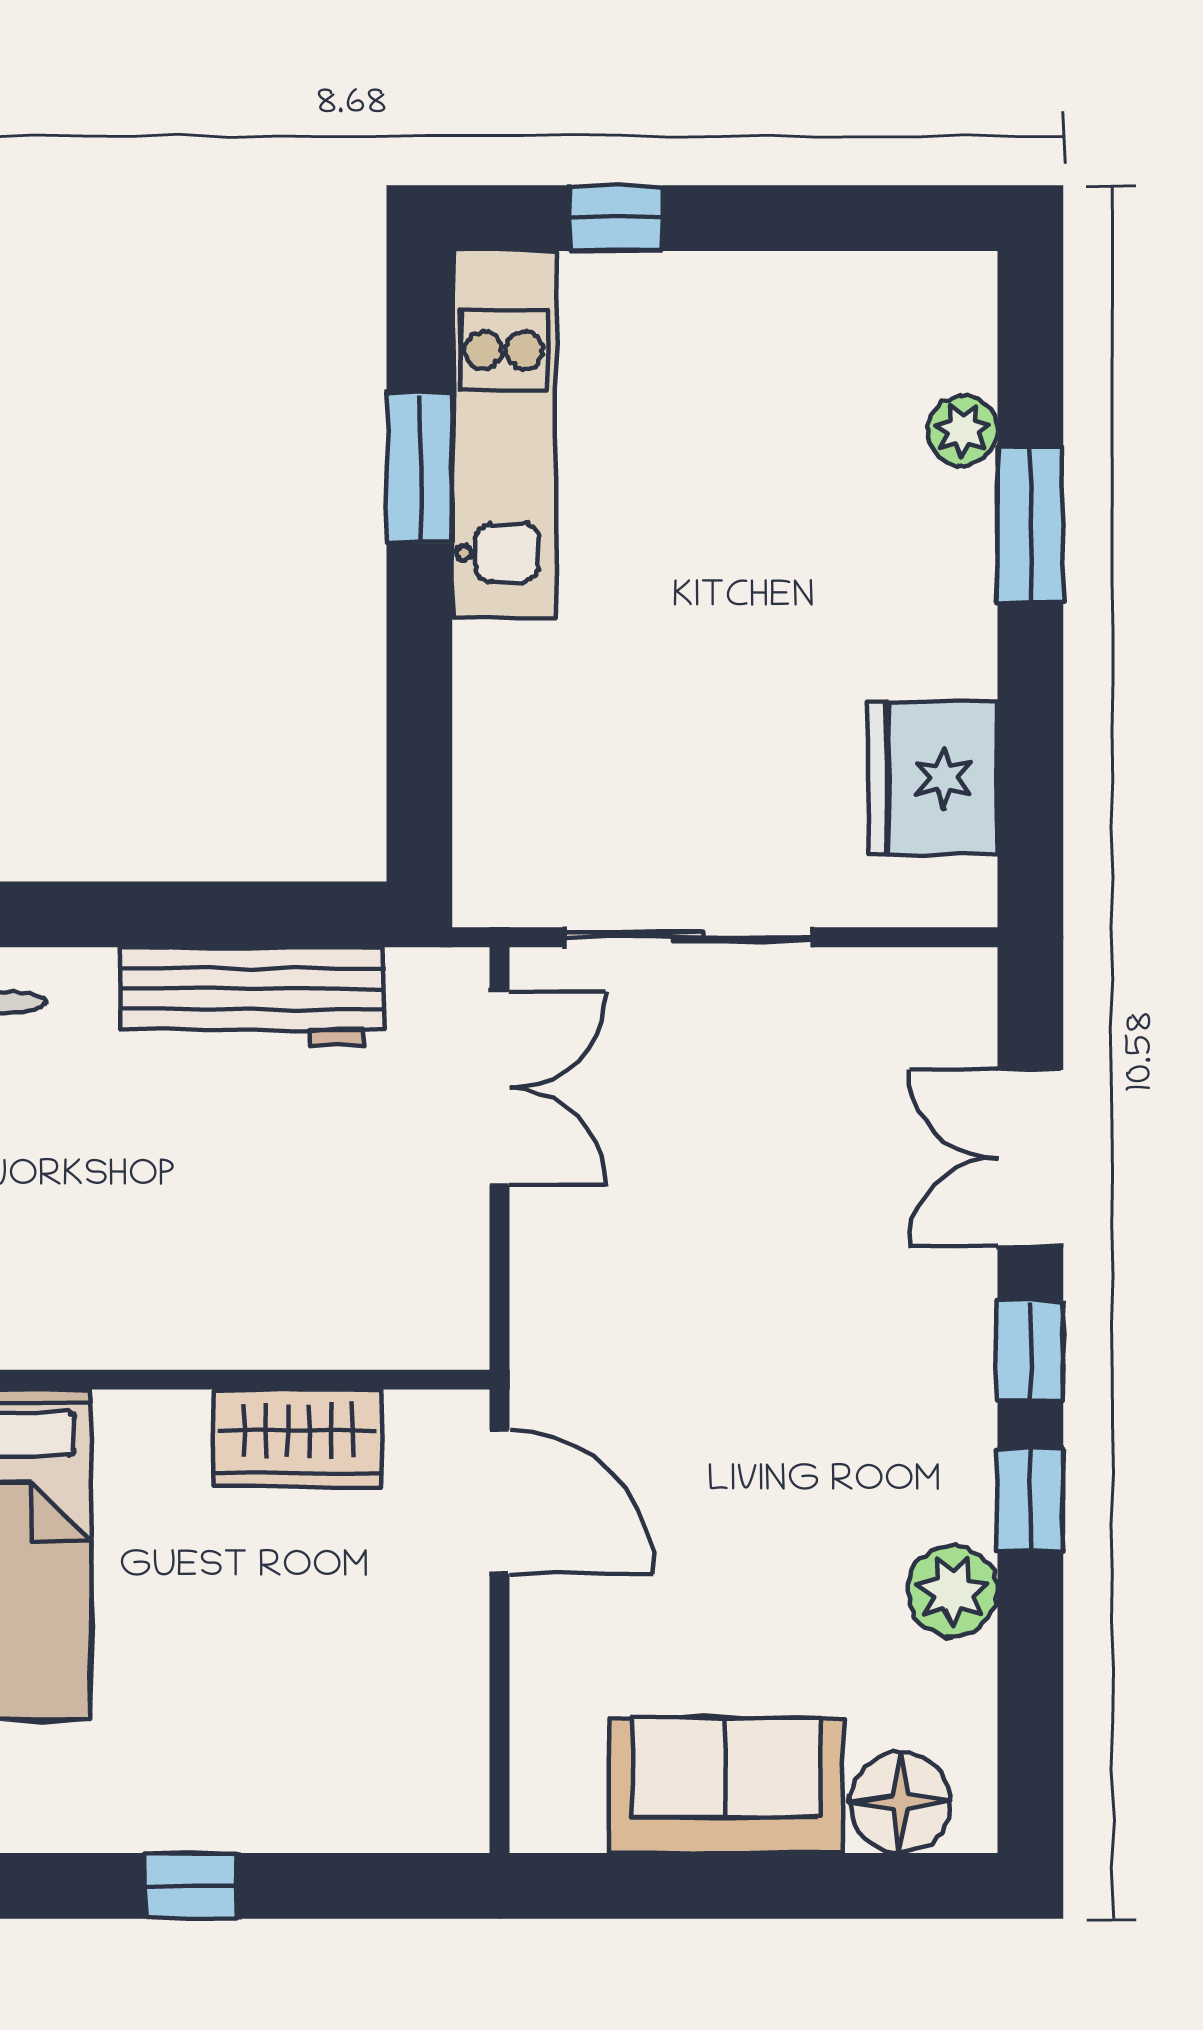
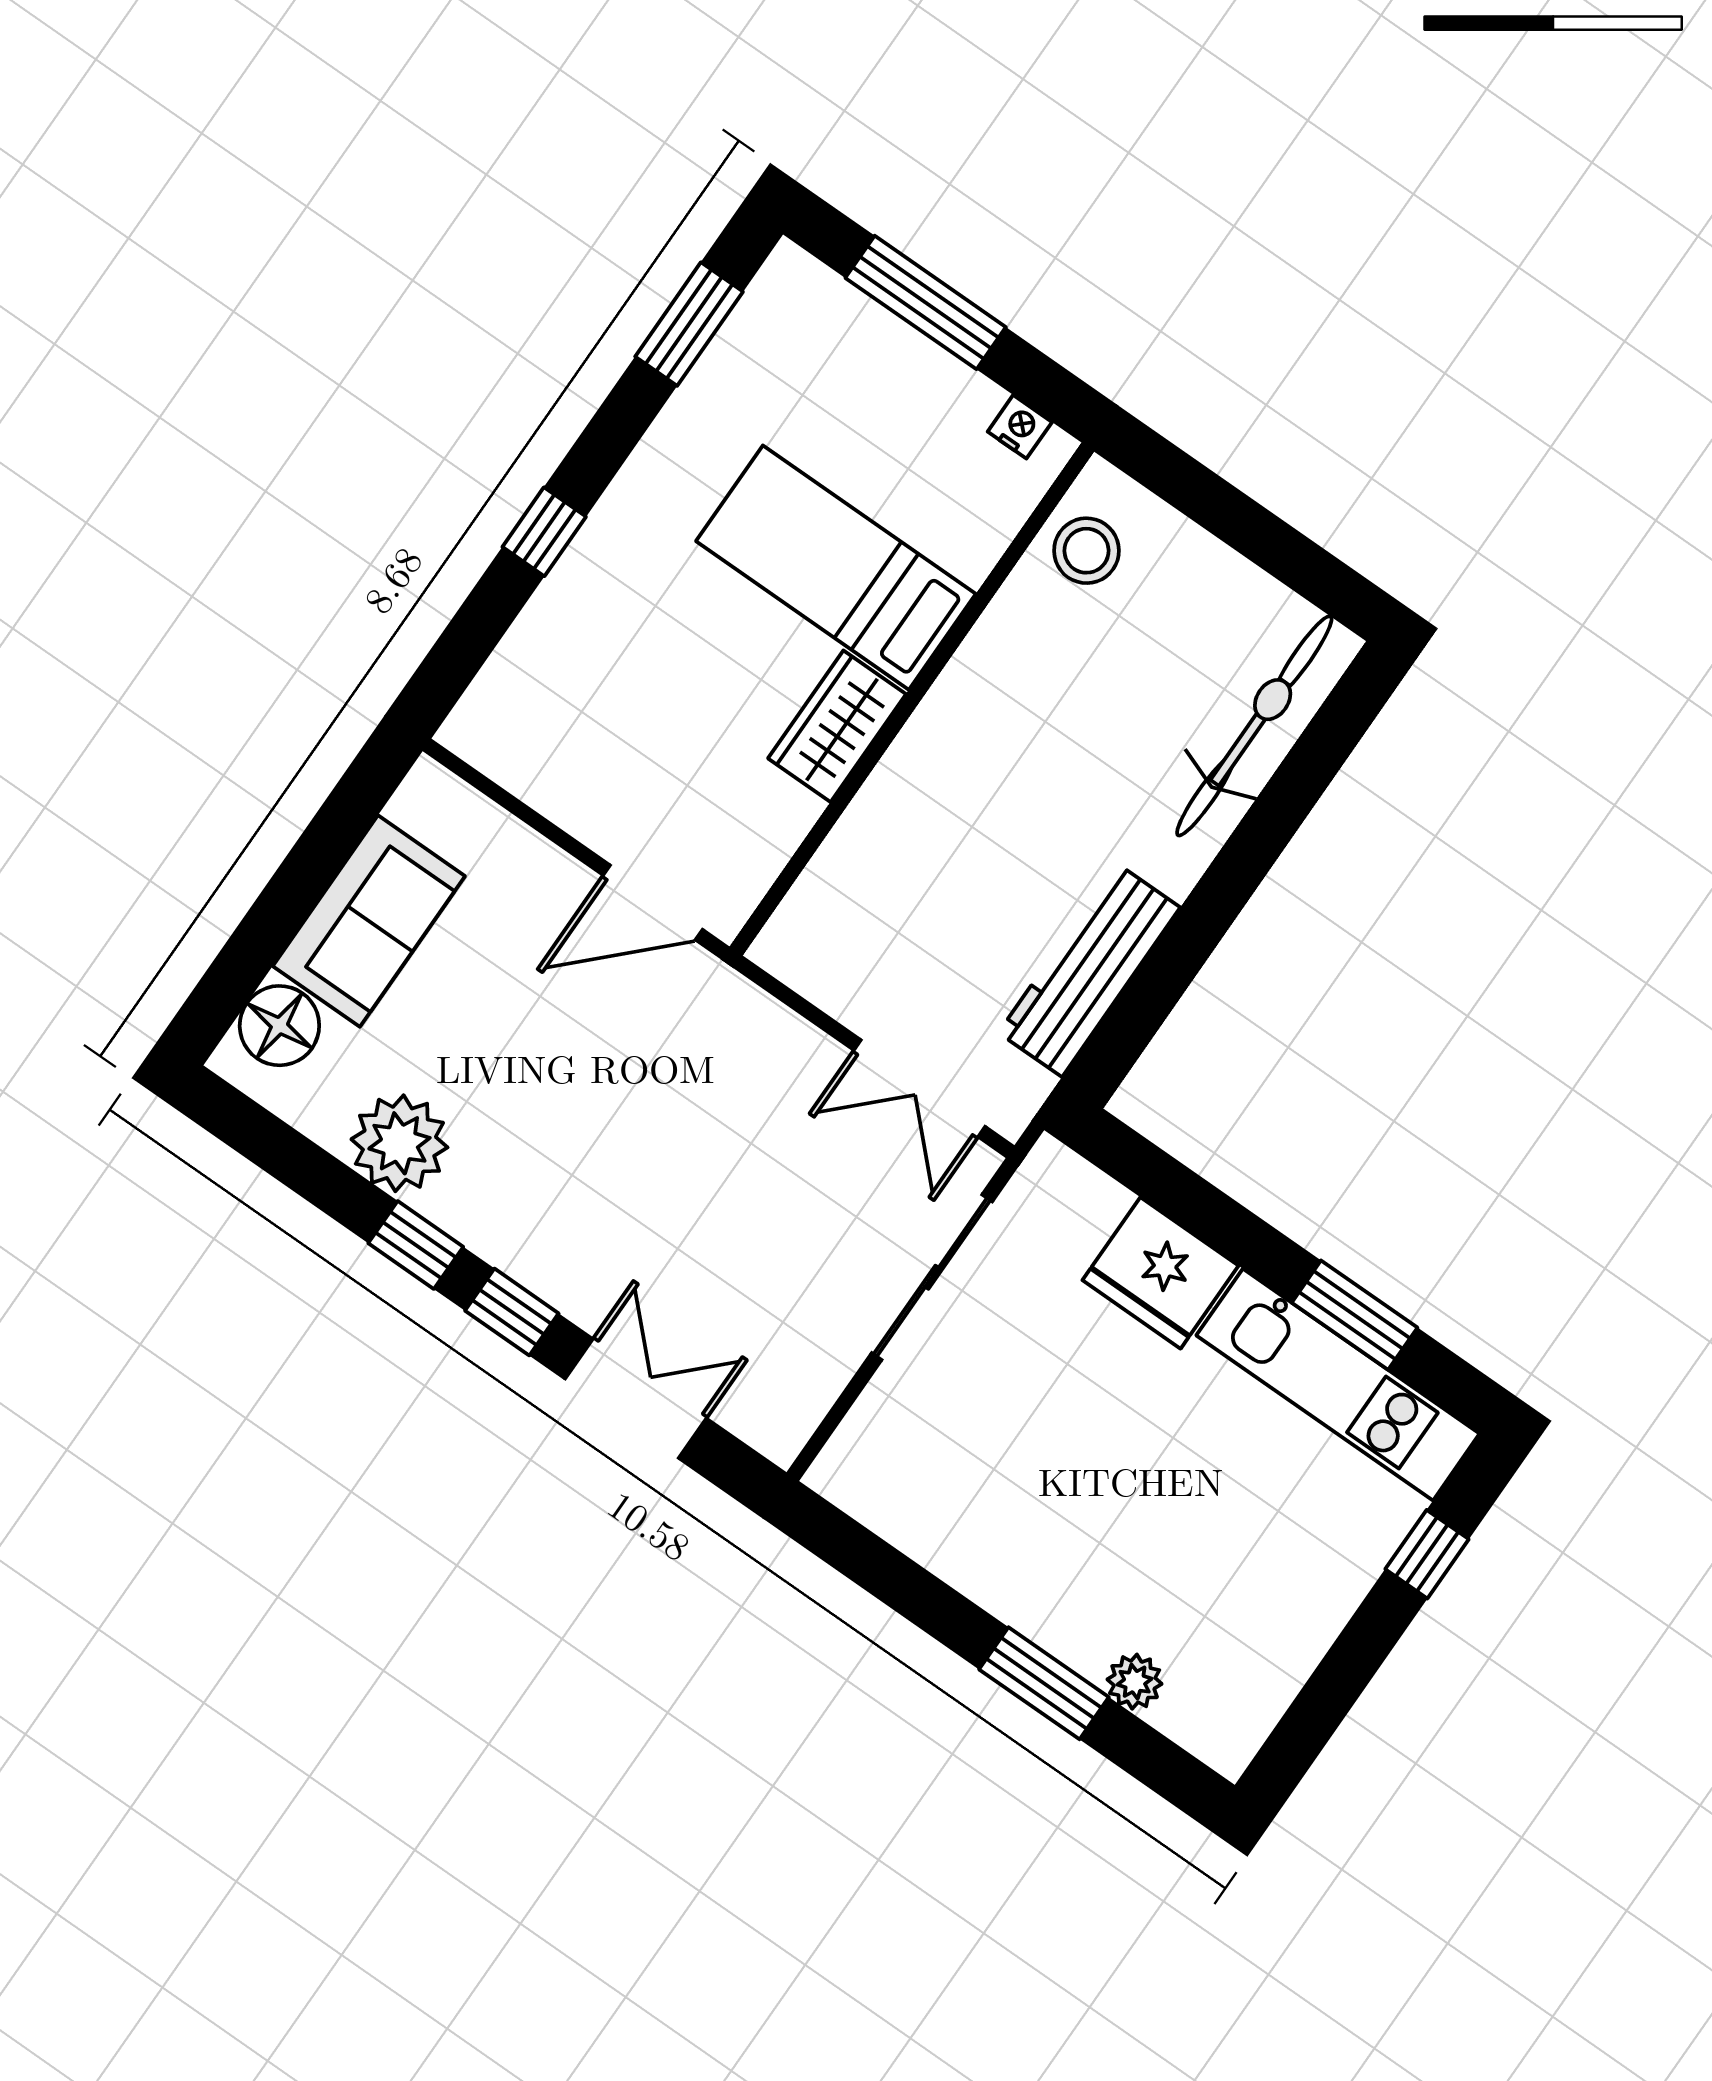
fridge: (933, 778) -> (1160, 1273), moved, turned 180
wardrobe: (298, 1438) -> (837, 726), moved
plant: (952, 1591) -> (399, 1143), width x1.36, depth x1.36

